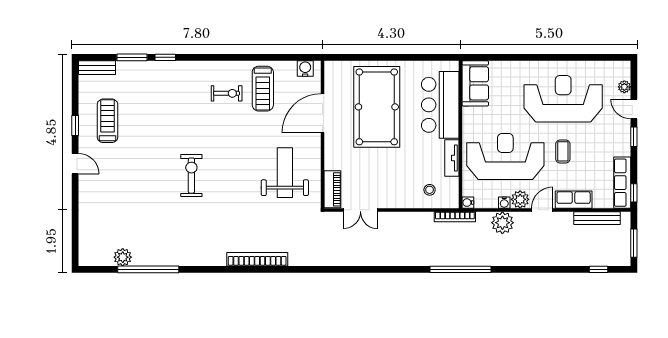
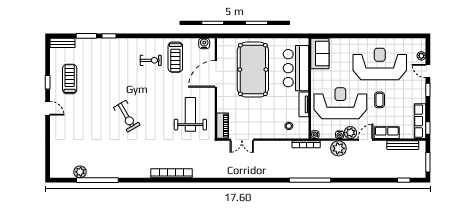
exercise bike: (191, 176) -> (127, 116), turned 150

